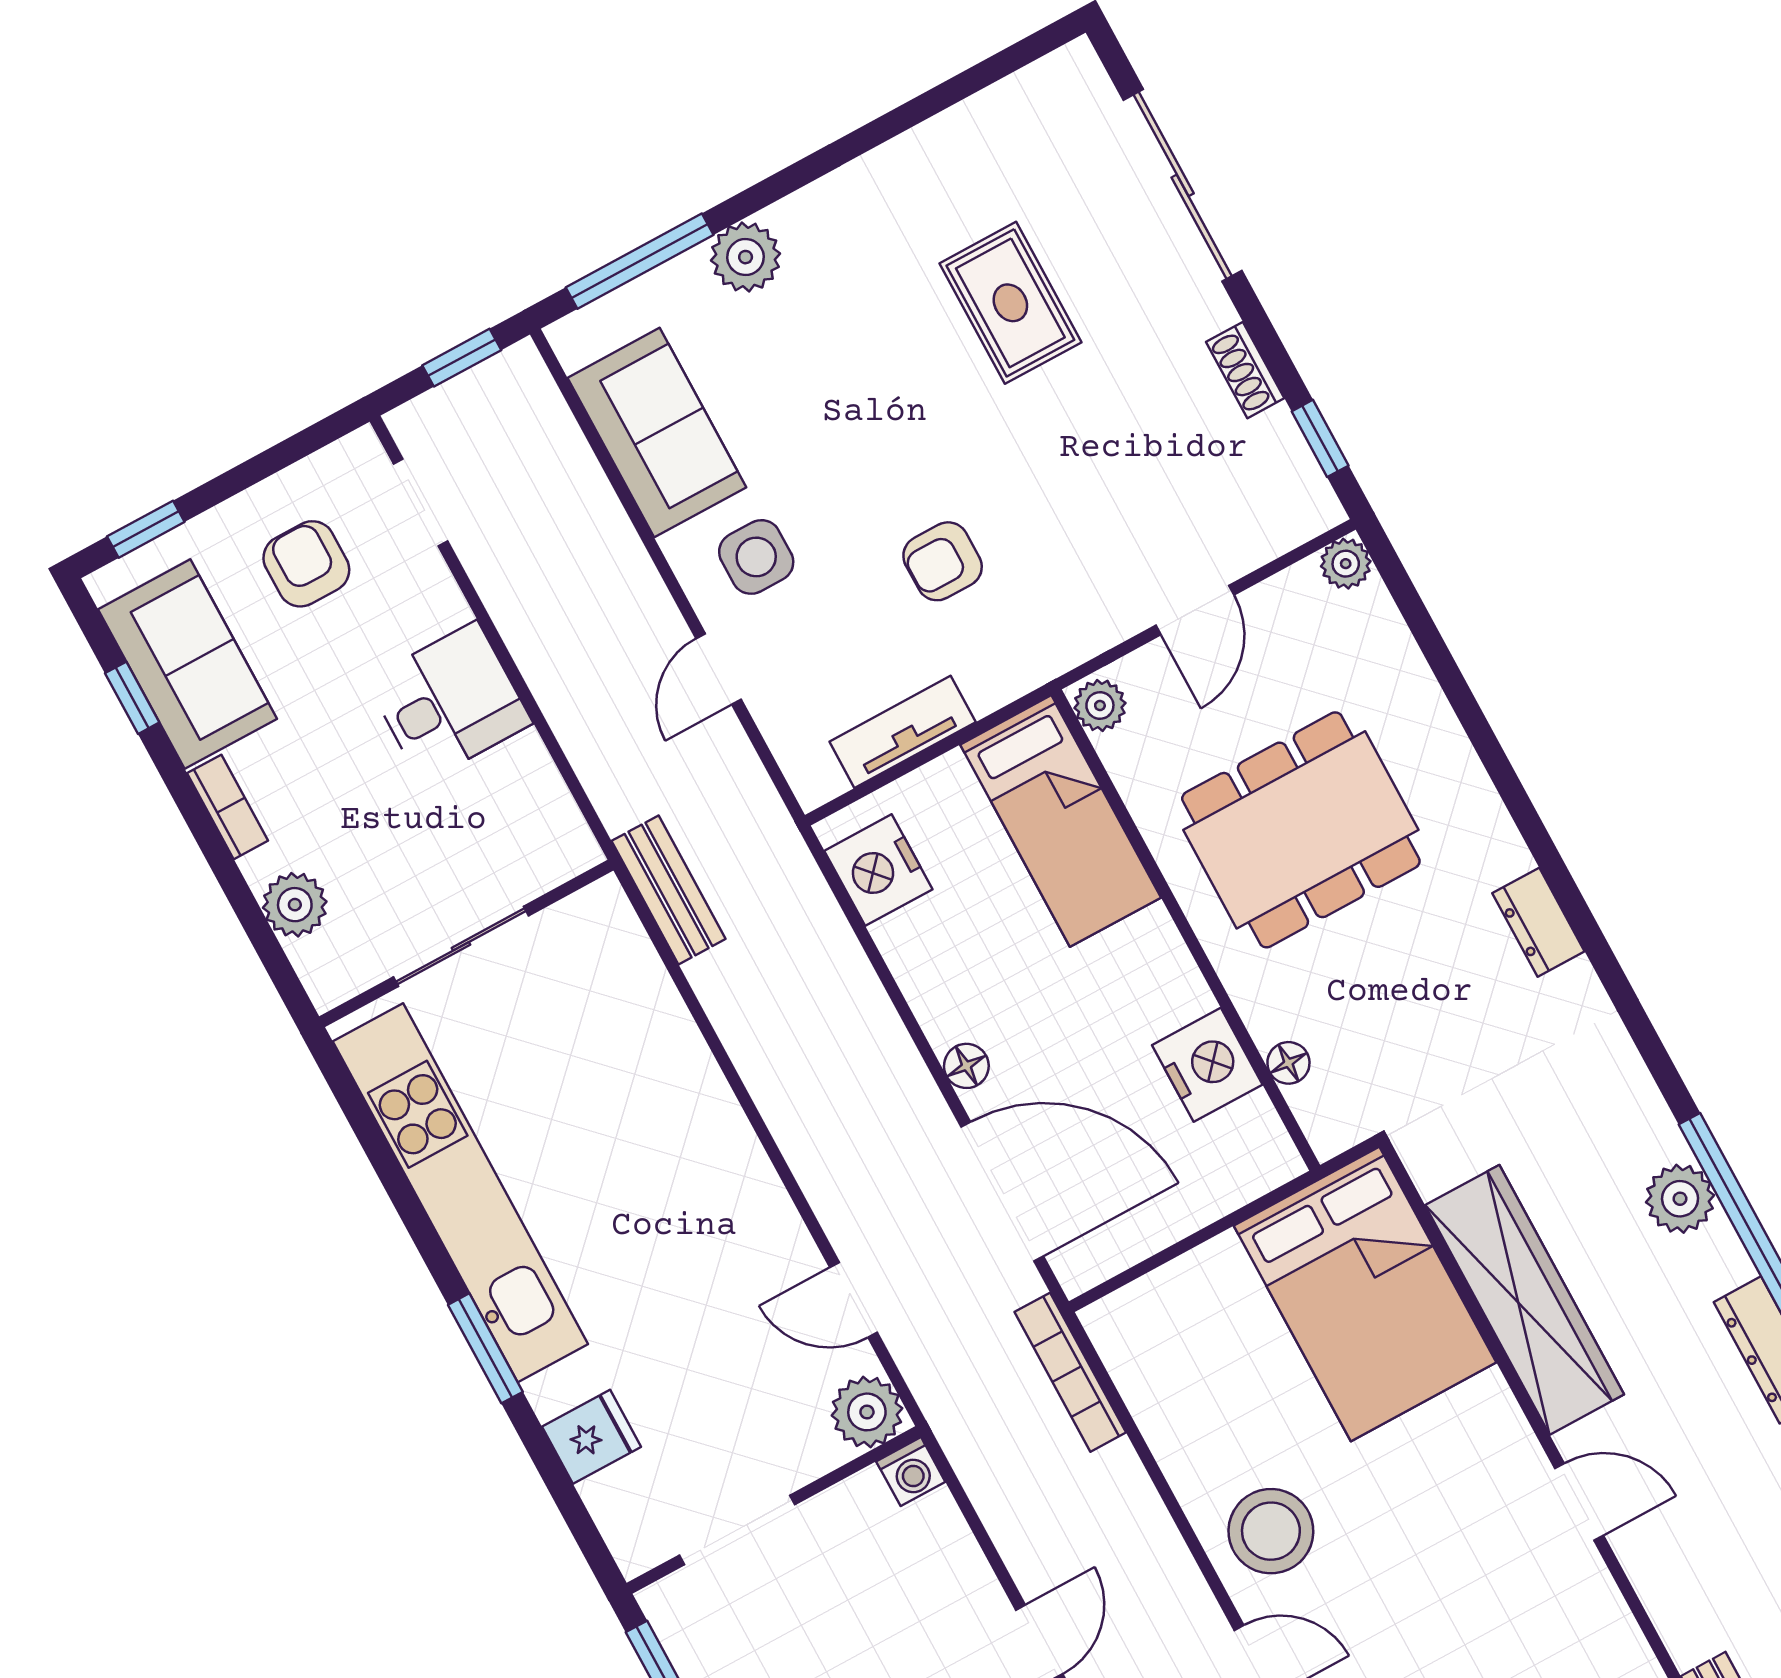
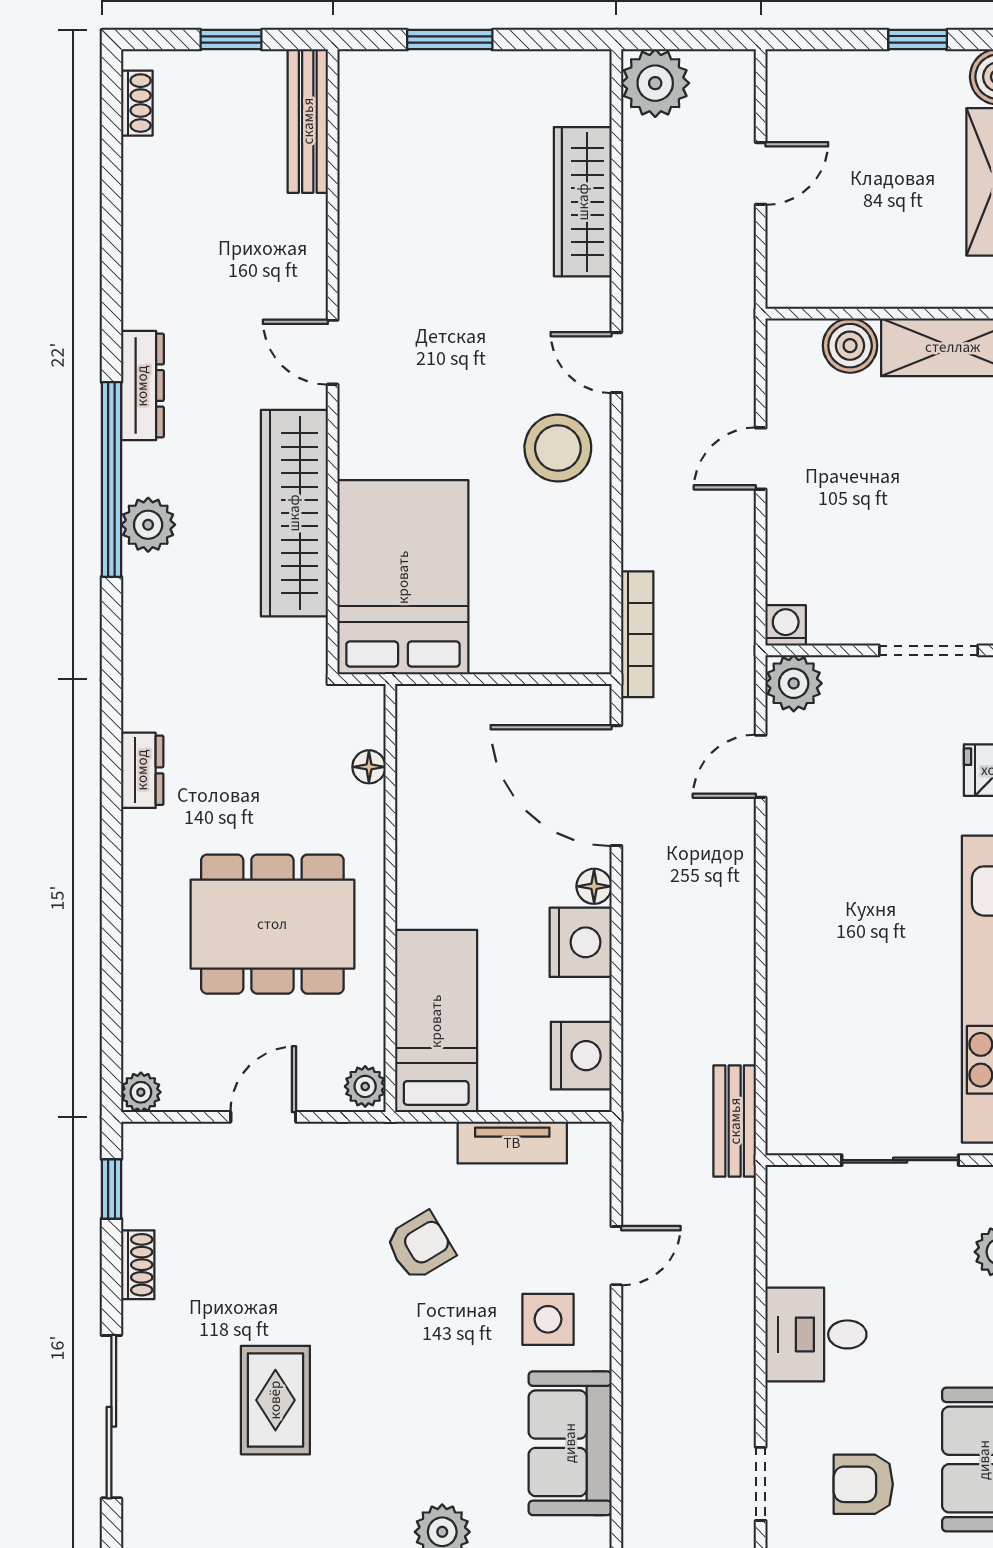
armchair: (943, 561) -> (420, 1246), turned -31
armchair: (306, 564) -> (863, 1484), turned 90
nightstand: (1207, 1065) -> (581, 942), moved, turned 180
door: (854, 1300) -> (761, 766), swing flipped

